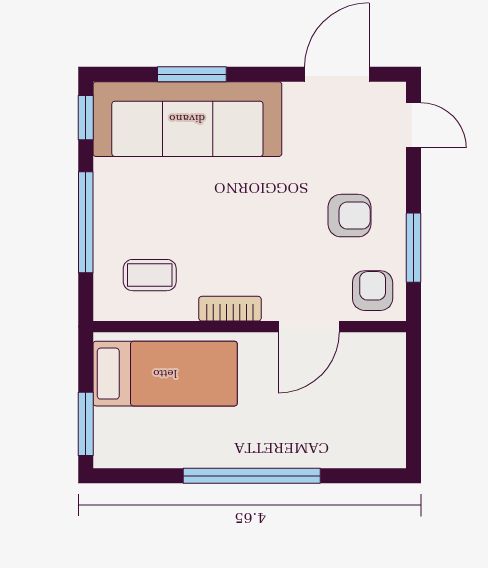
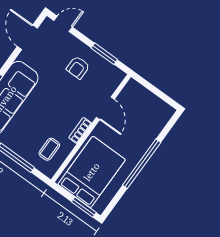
armchair: (350, 216) -> (78, 67), turned 180
armchair: (373, 291) -> (109, 78), removed
bed: (165, 374) -> (92, 172), width x1.50

